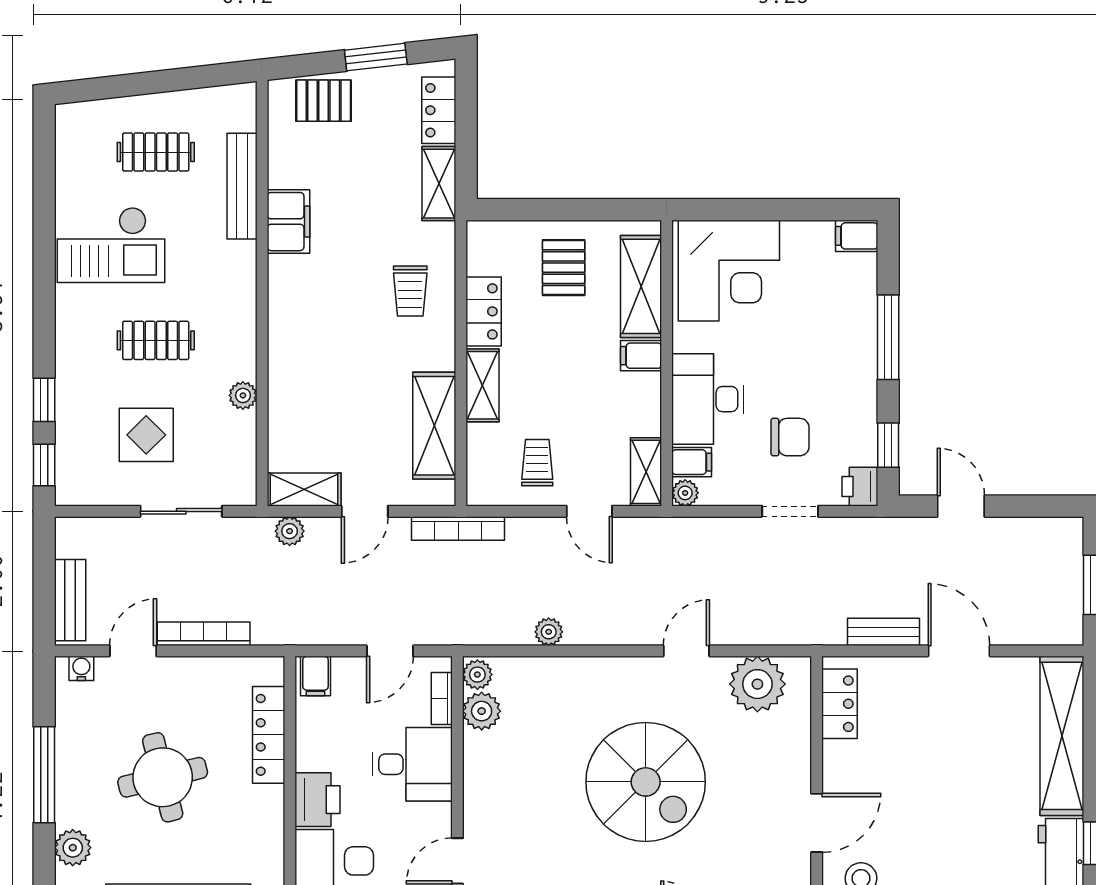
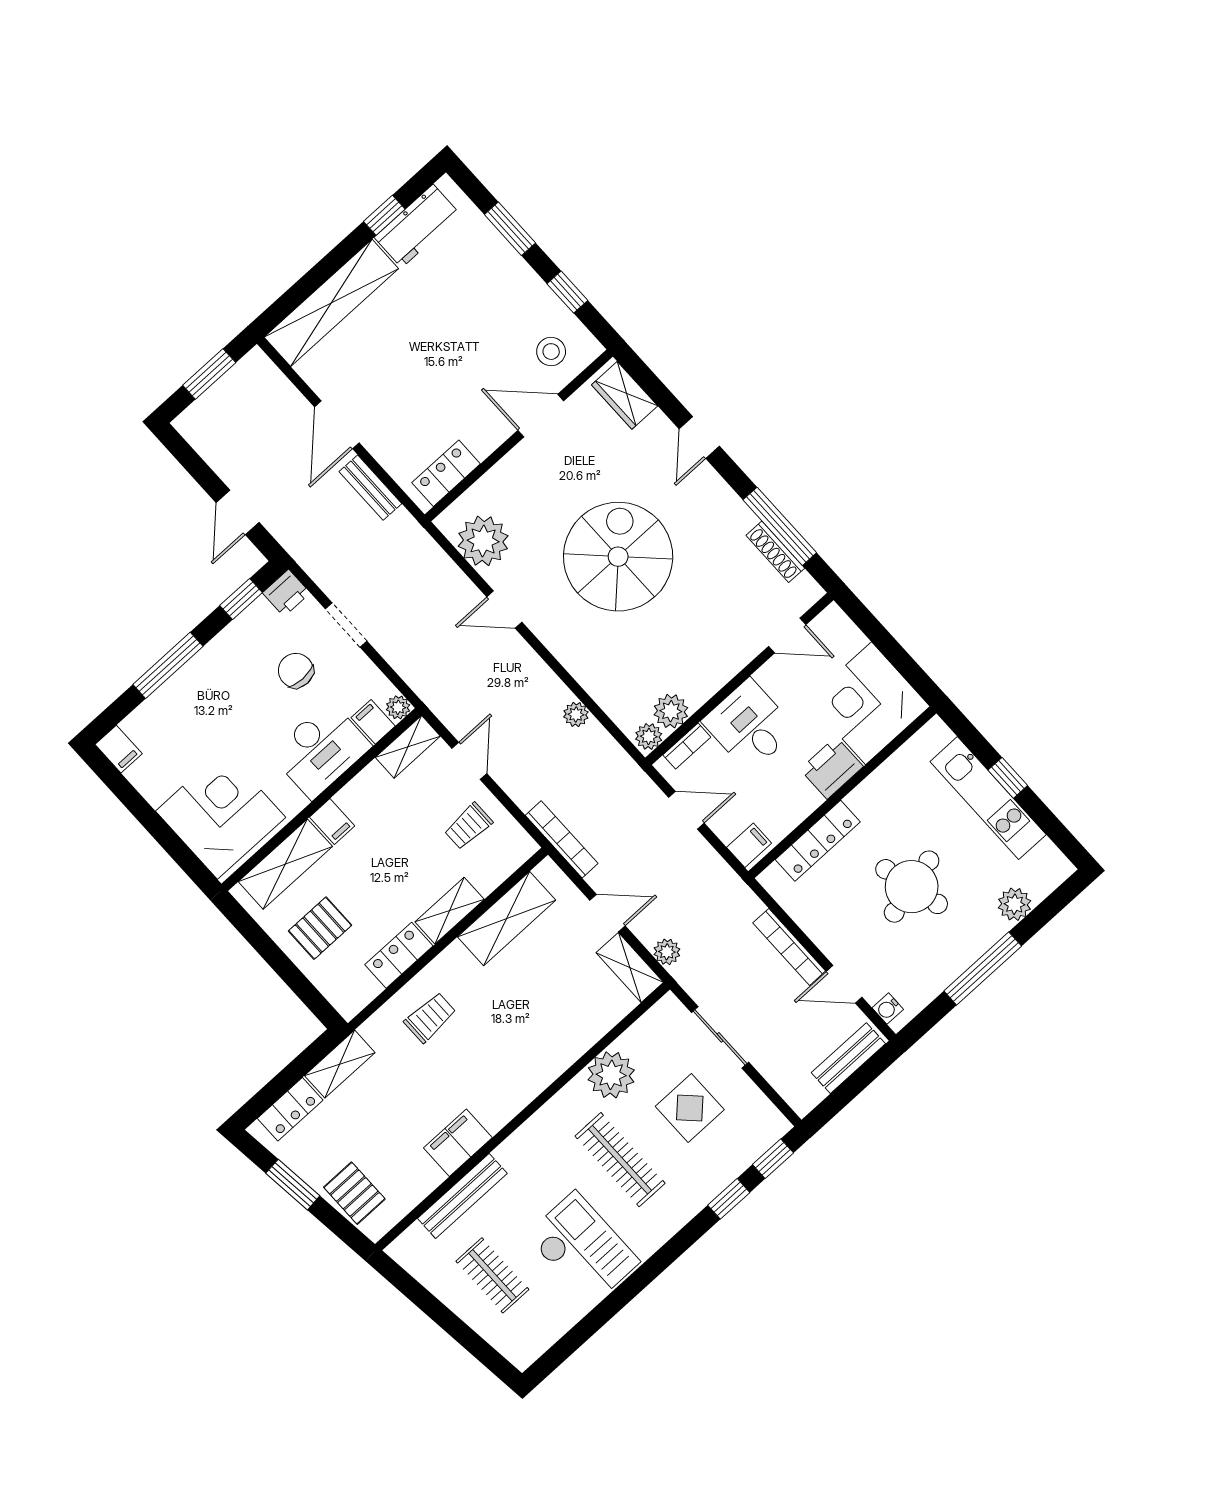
clothes rail: (156, 340) -> (620, 1160), width x1.36
plant: (243, 395) -> (611, 1075), width x1.88, depth x1.88

